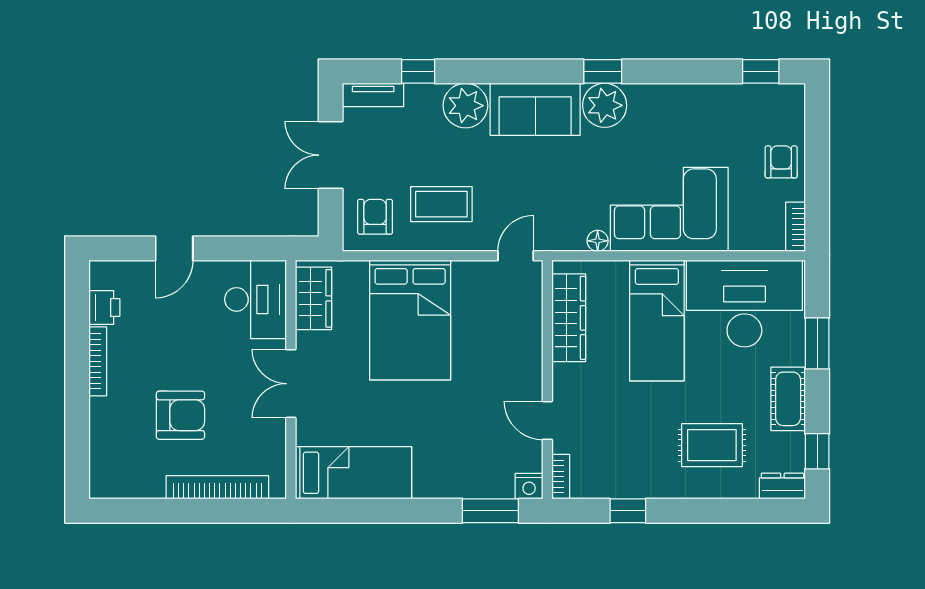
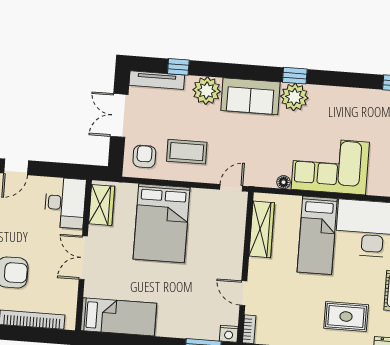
tv unit: (373, 95) -> (157, 80), width x1.41

